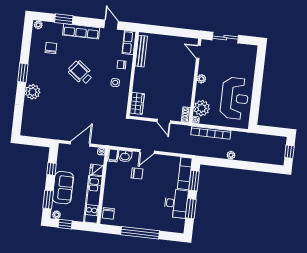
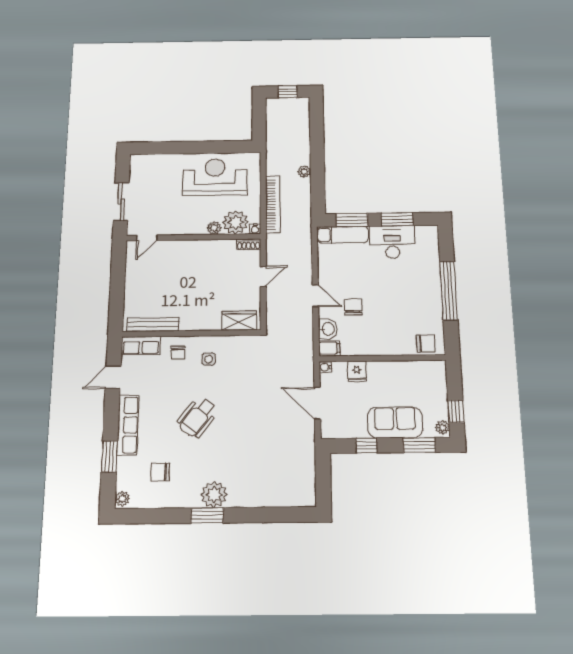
plant: (201, 79) -> (214, 228), moved
plant: (33, 92) -> (214, 495), moved
kitchen unit: (93, 199) -> (407, 371), removed

